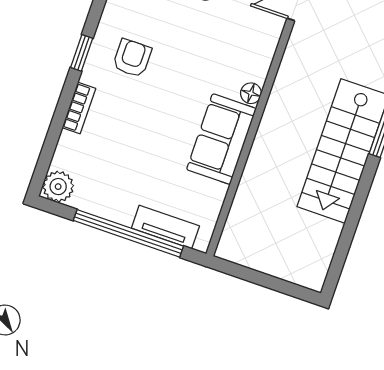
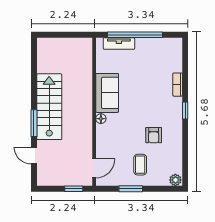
armchair: (132, 58) -> (154, 135), moved
plant: (58, 187) -> (175, 45), removed

